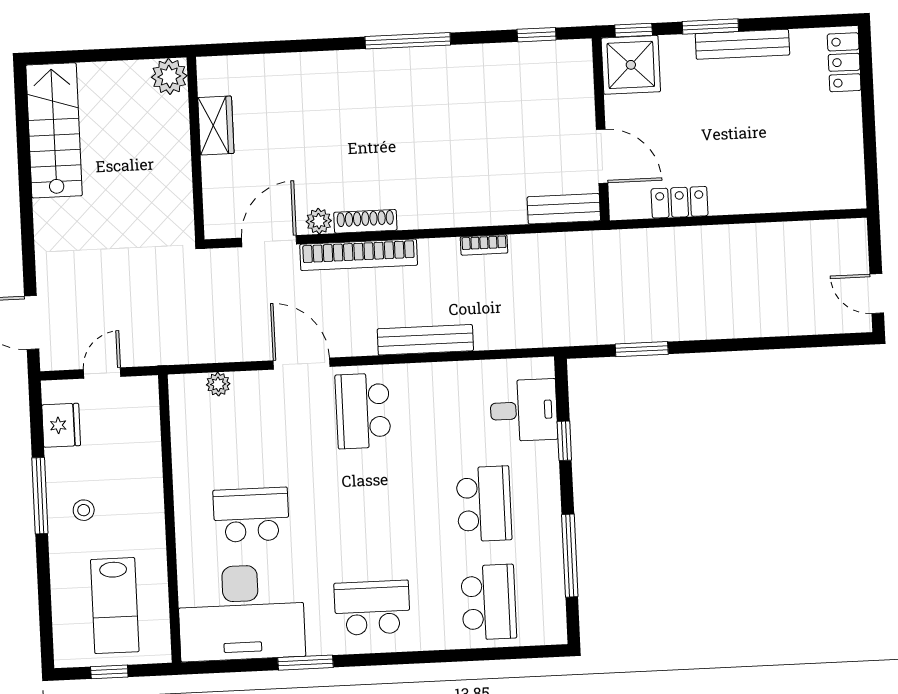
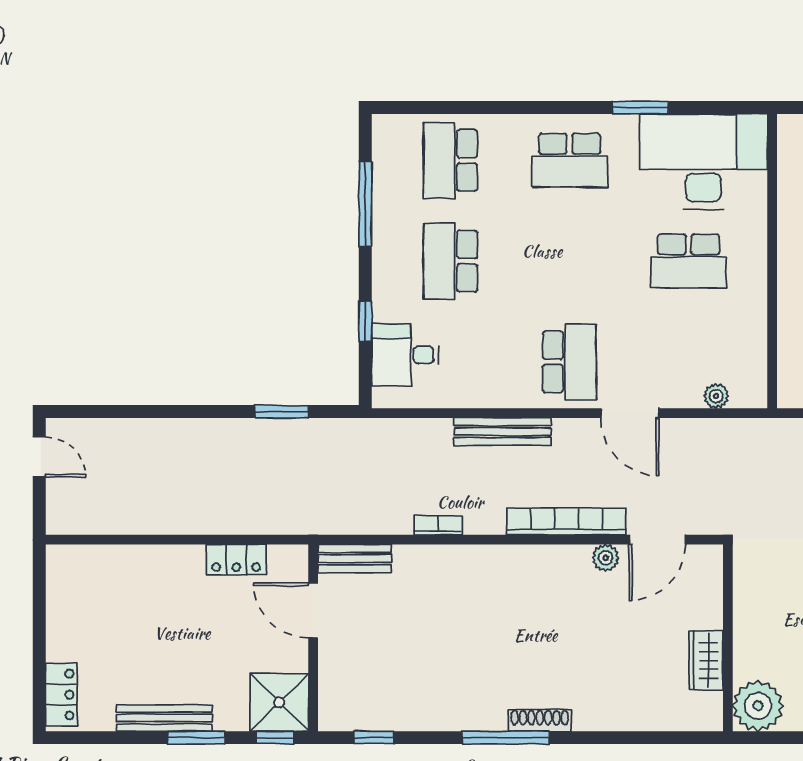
plant: (169, 76) -> (758, 706), width x1.36, depth x1.36
shoe rack: (365, 221) -> (540, 720), moved, turned 180

